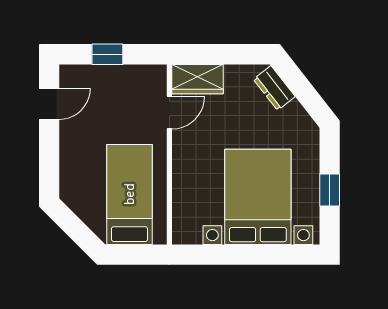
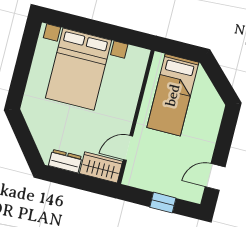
dresser: (274, 88) -> (65, 161), moved, turned -52
window: (330, 190) -> (24, 61), removed

